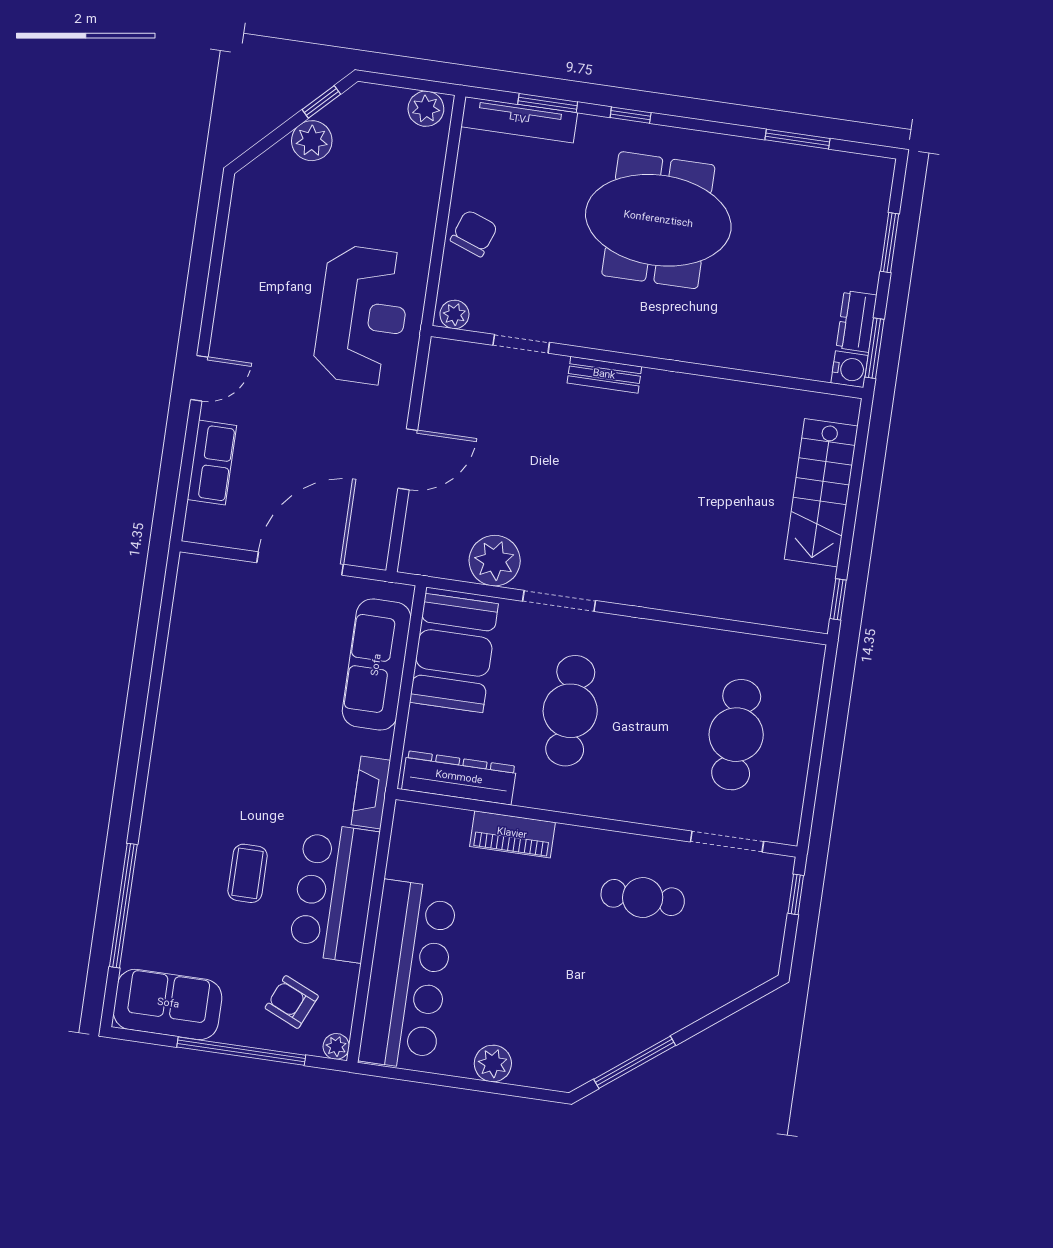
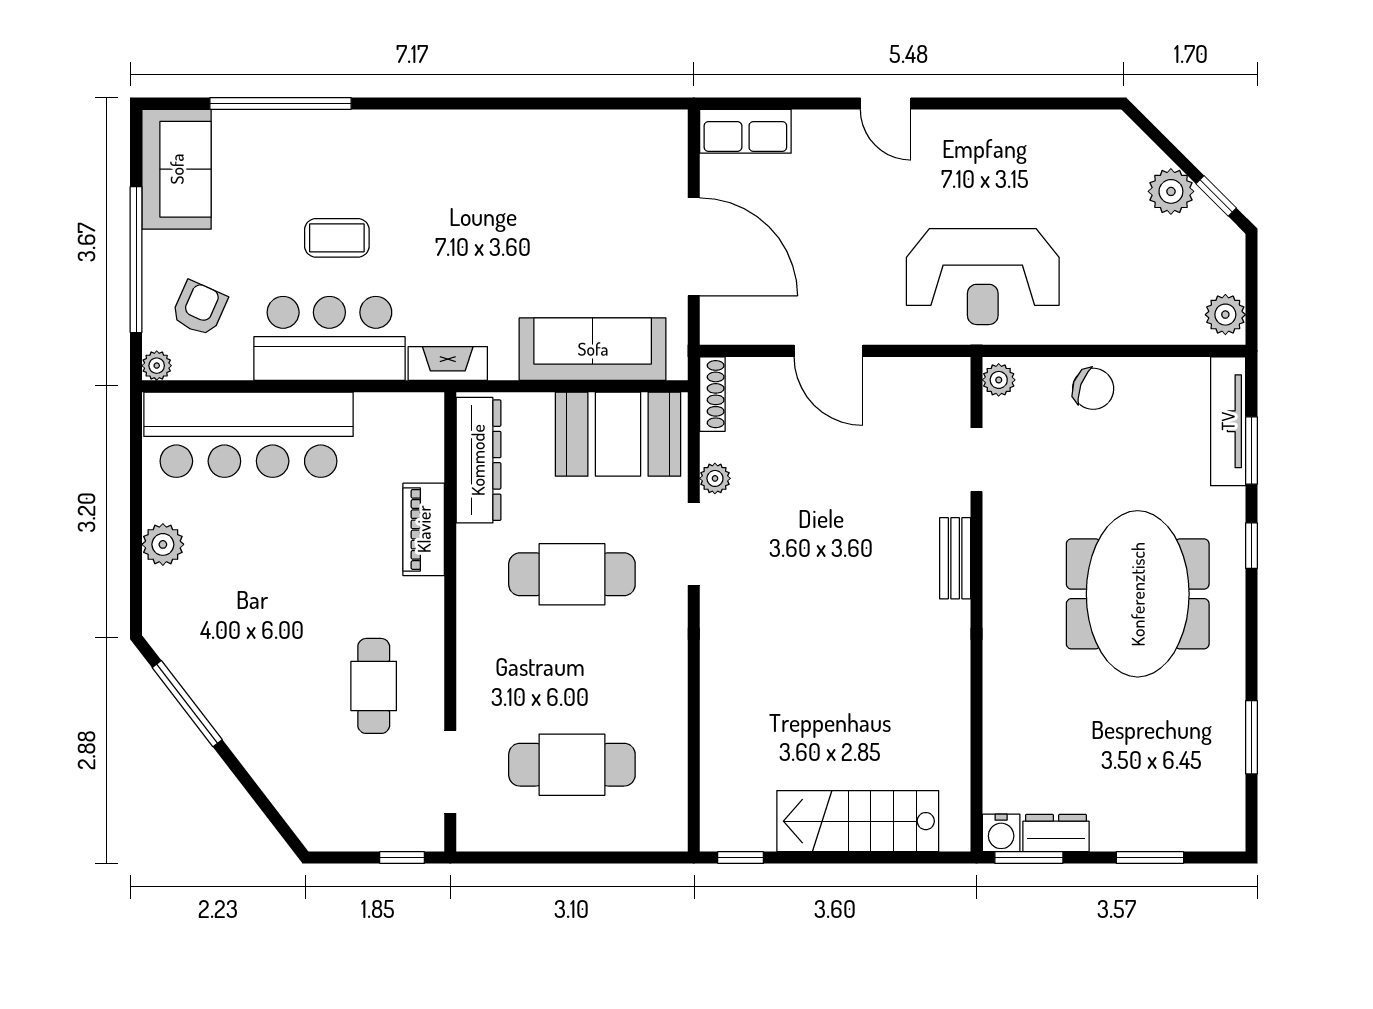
row of seats: (212, 463) -> (745, 131), moved
plant: (495, 561) -> (715, 478), width x0.53, depth x0.53
shoe rack: (431, 566) -> (712, 394), added

